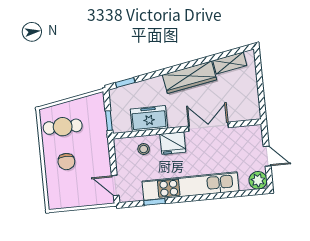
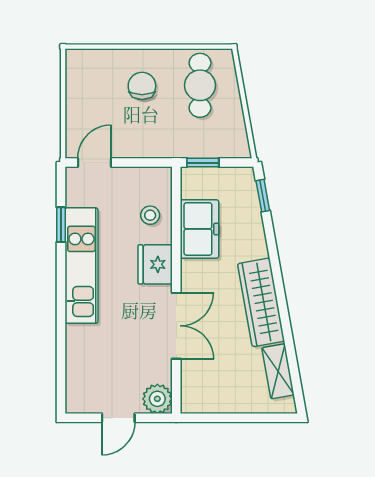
chair: (66, 162) -> (142, 86), turned 90
plant: (258, 180) -> (157, 399), moved
kitchen unit: (191, 186) -> (81, 266), width x0.73

